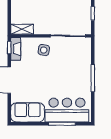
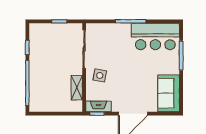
shelving: (22, 29) -> (77, 88), moved
bar counter: (67, 110) -> (155, 36), moved, turned -90

